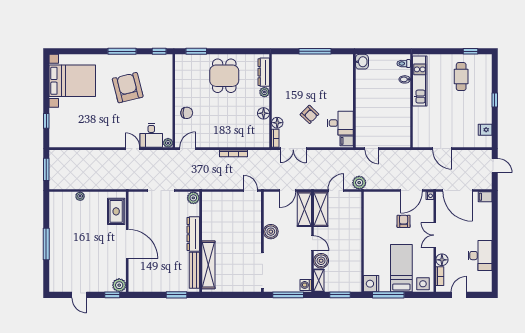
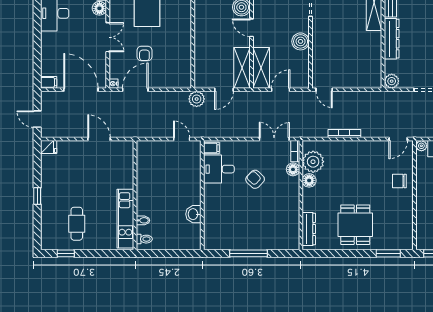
washbasin: (362, 62) -> (193, 214), moved
plant: (264, 92) -> (313, 162), moved, width x1.88, depth x1.88
fridge: (485, 130) -> (49, 147), moved

